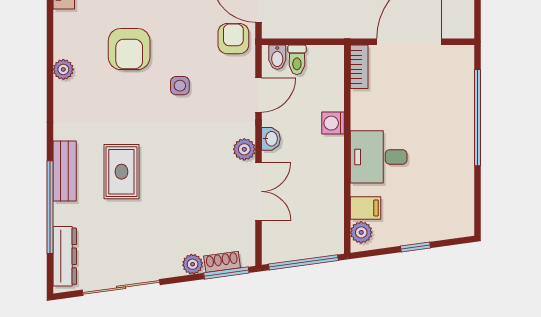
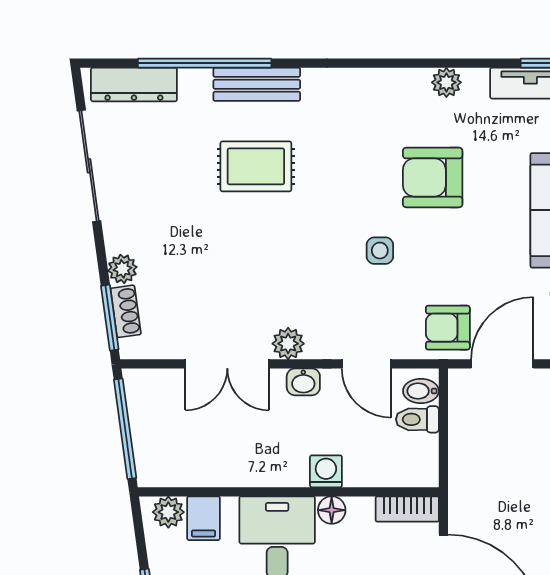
armchair: (233, 39) -> (448, 328), turned 180
plant: (63, 69) -> (446, 82), moved
floor lamp: (360, 119) -> (332, 510), added

